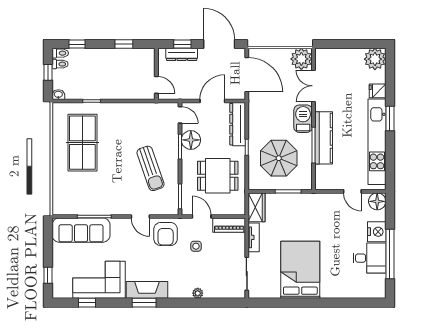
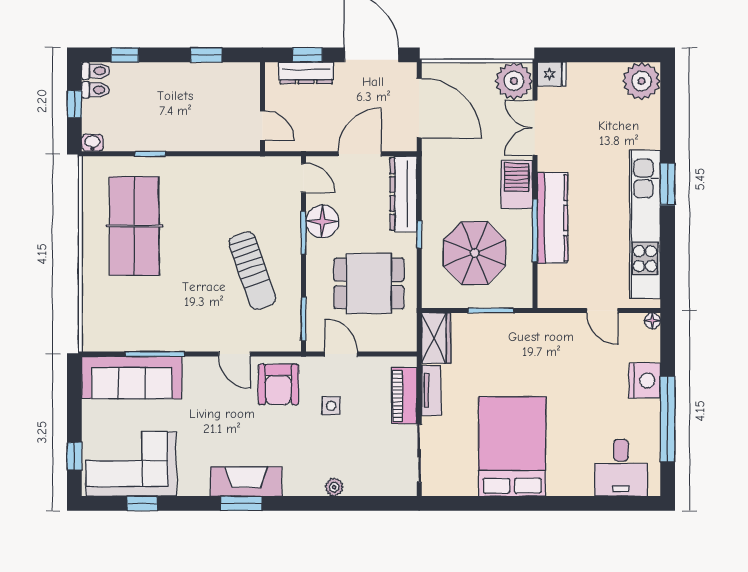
fridge: (378, 91) -> (552, 74), moved, turned 180
floor lamp: (377, 201) -> (652, 321), width x0.53, depth x0.53
piano: (229, 225) -> (404, 396), moved, turned 90
desk: (369, 258) -> (621, 468), moved, turned 90
corner sofa: (99, 280) -> (131, 464), moved

